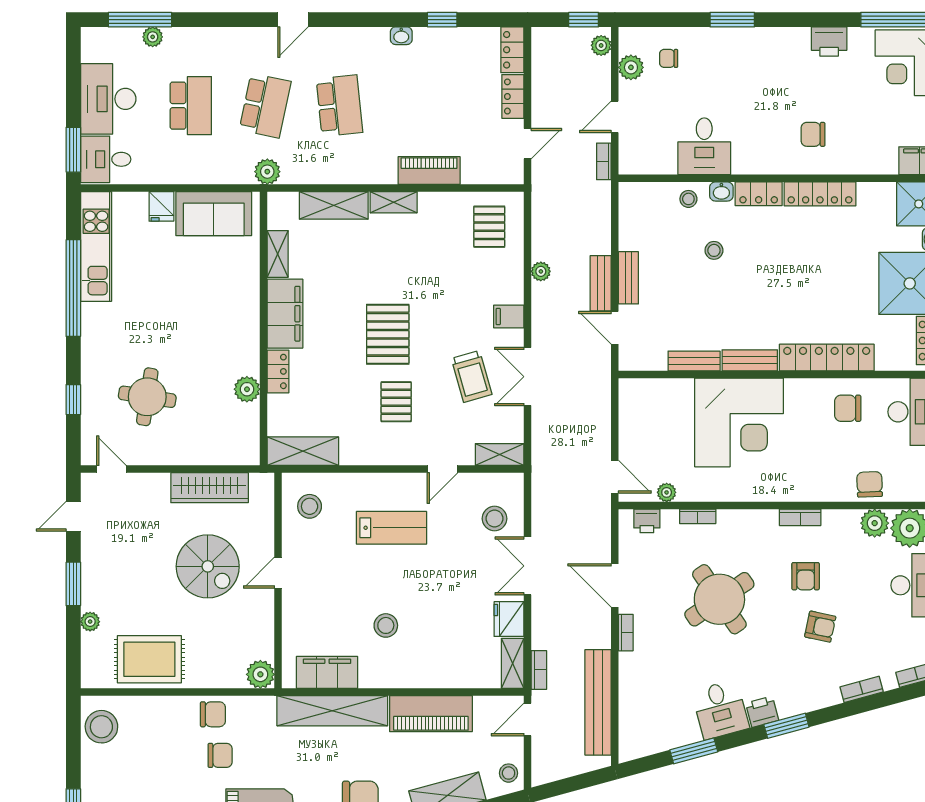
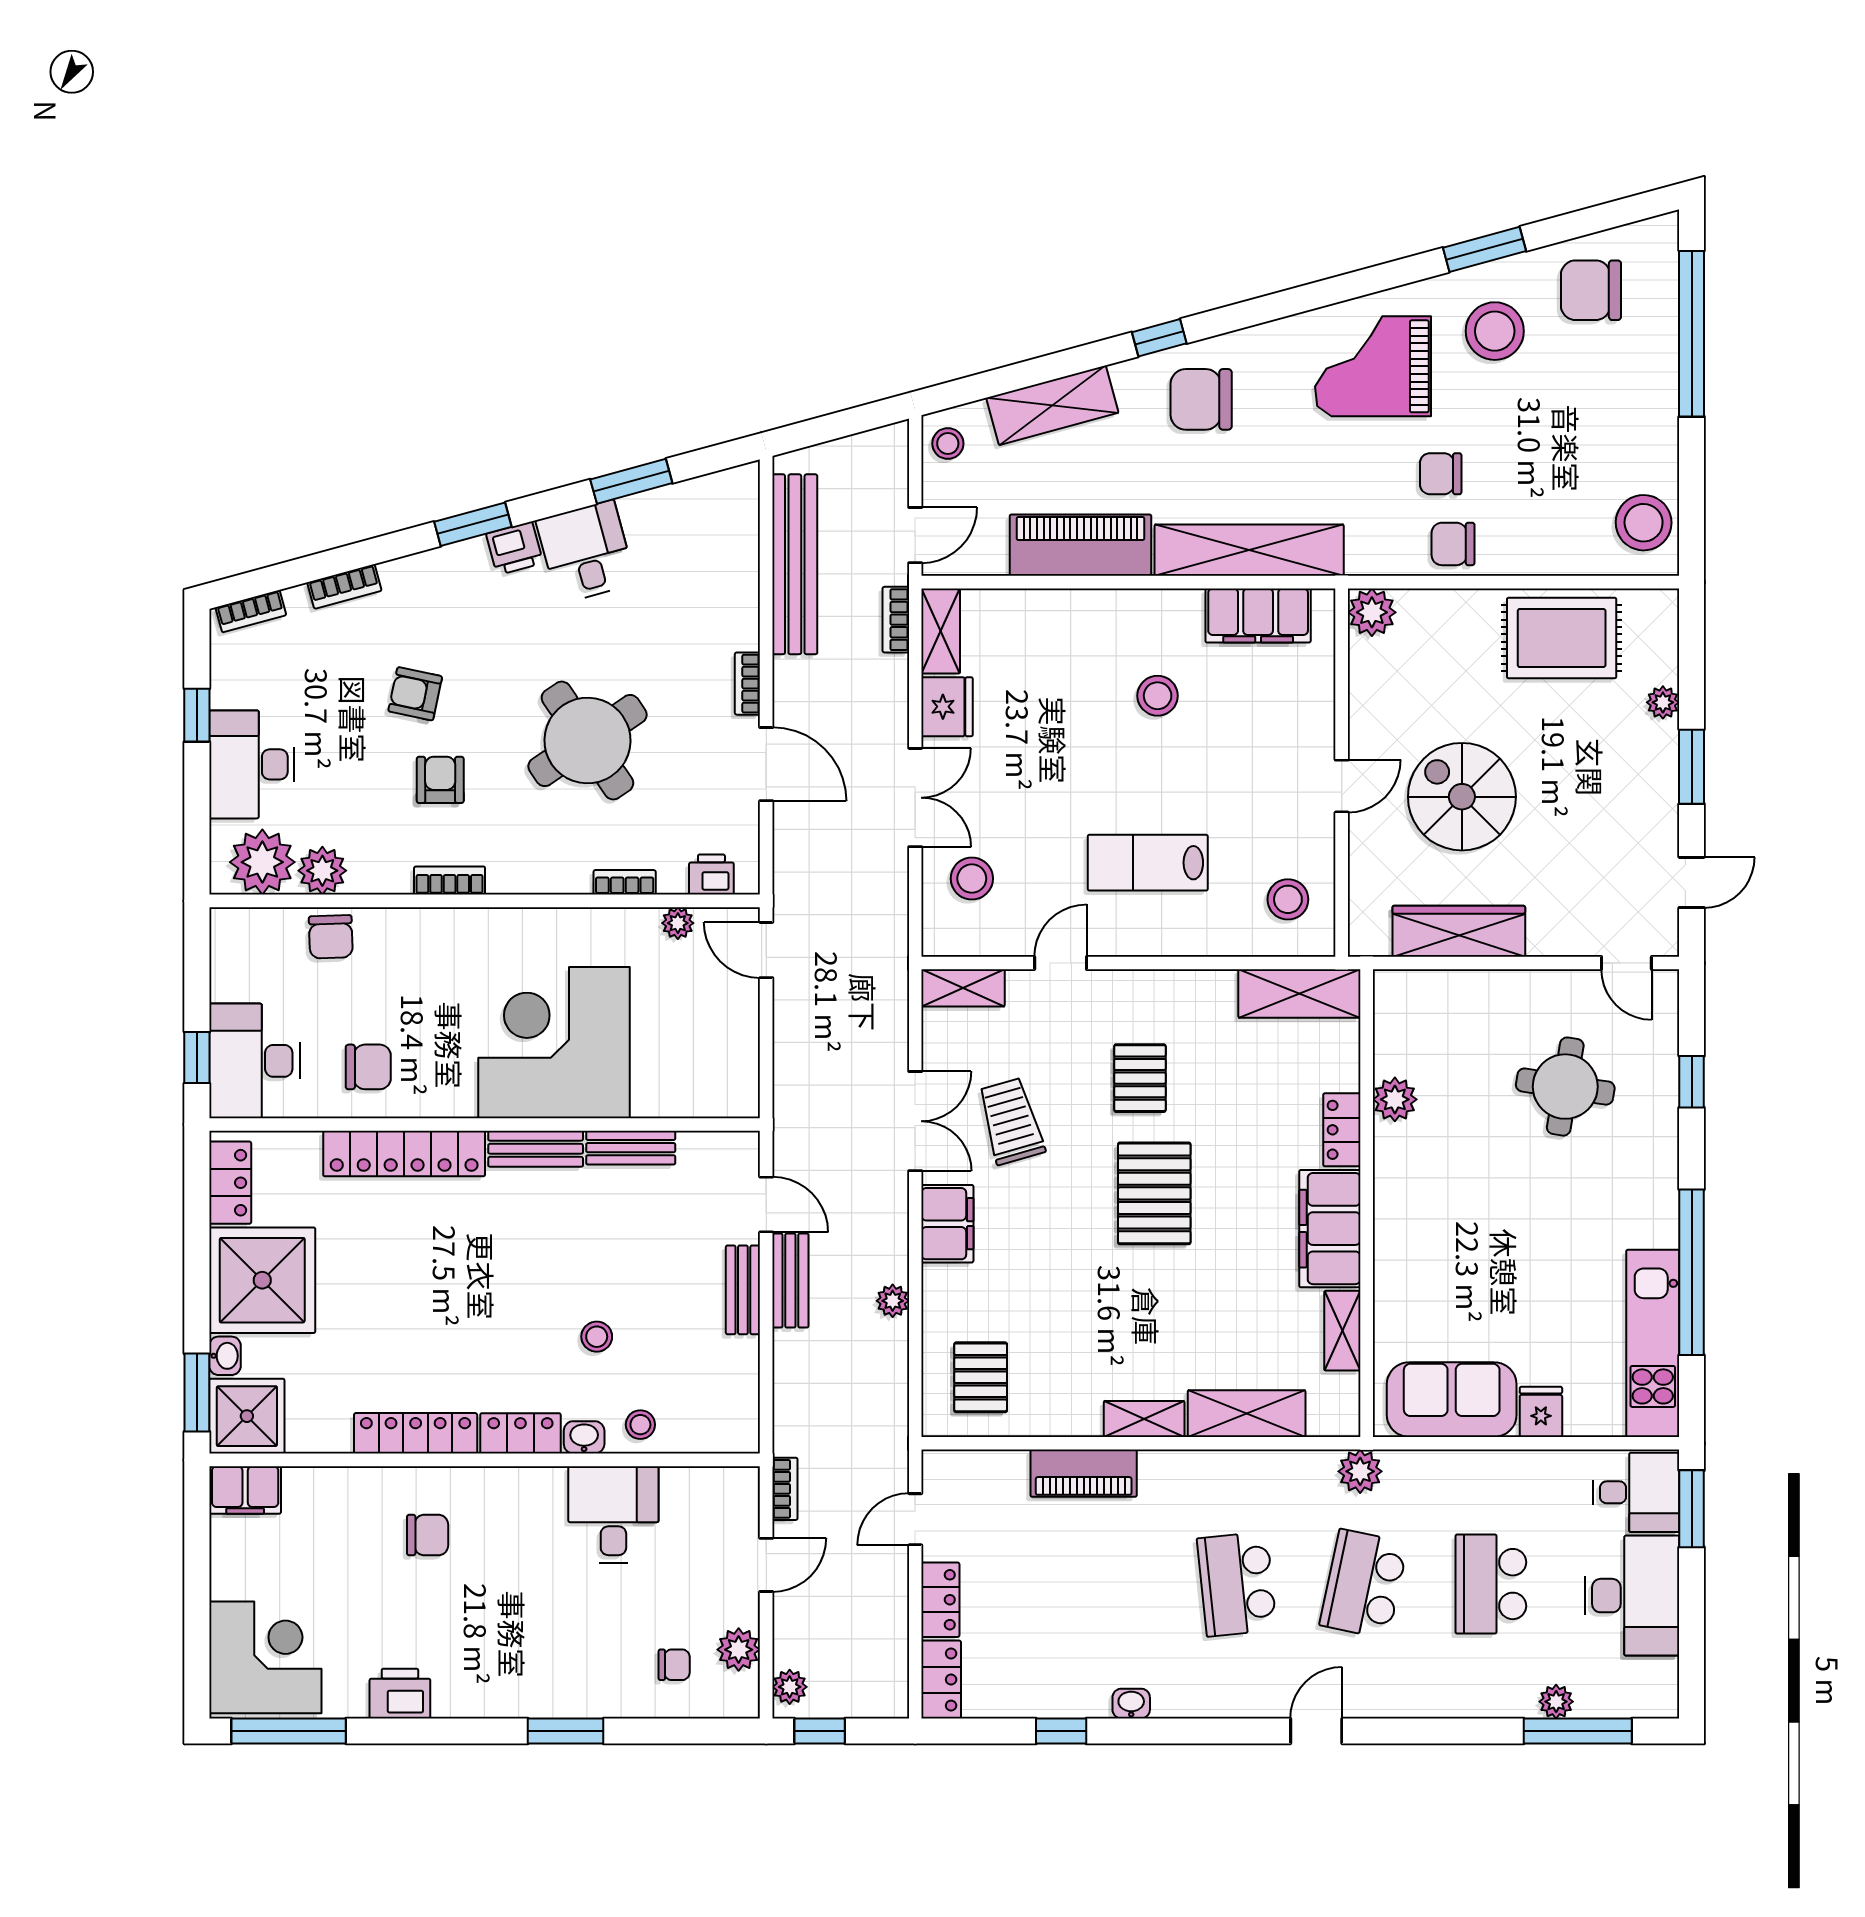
filing cabinet: (509, 317) -> (947, 1224), width x2.00

